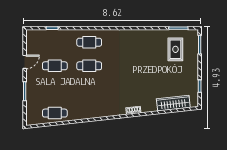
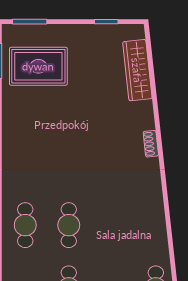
rug: (175, 49) -> (38, 66), width x1.36, depth x1.43

